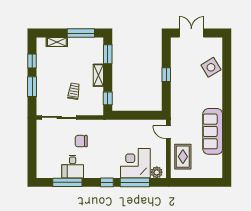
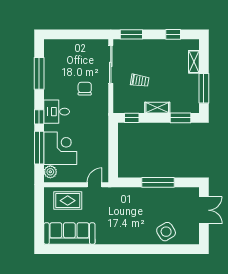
window: (166, 75) -> (158, 182), width x2.17
window: (32, 87) -> (131, 34), moved
sofa: (213, 131) -> (69, 234), moved
desk: (73, 167) -> (57, 112), moved

